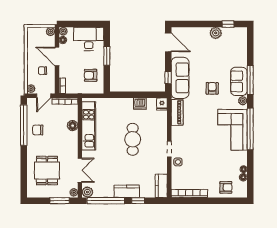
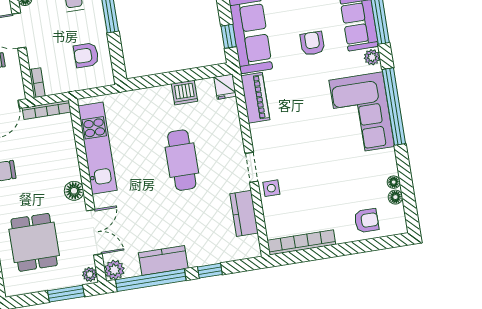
floor lamp: (73, 126) -> (74, 191), moved
kitchen counter: (161, 186) -> (244, 213), moved
kitchen counter: (127, 191) -> (163, 260), moved

